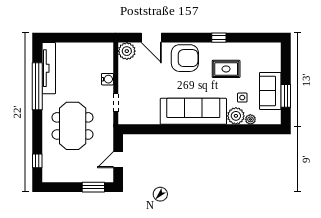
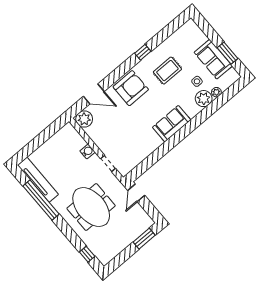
sofa: (193, 111) -> (172, 124), width x0.54, depth x0.79
door: (118, 160) -> (136, 193), moved

